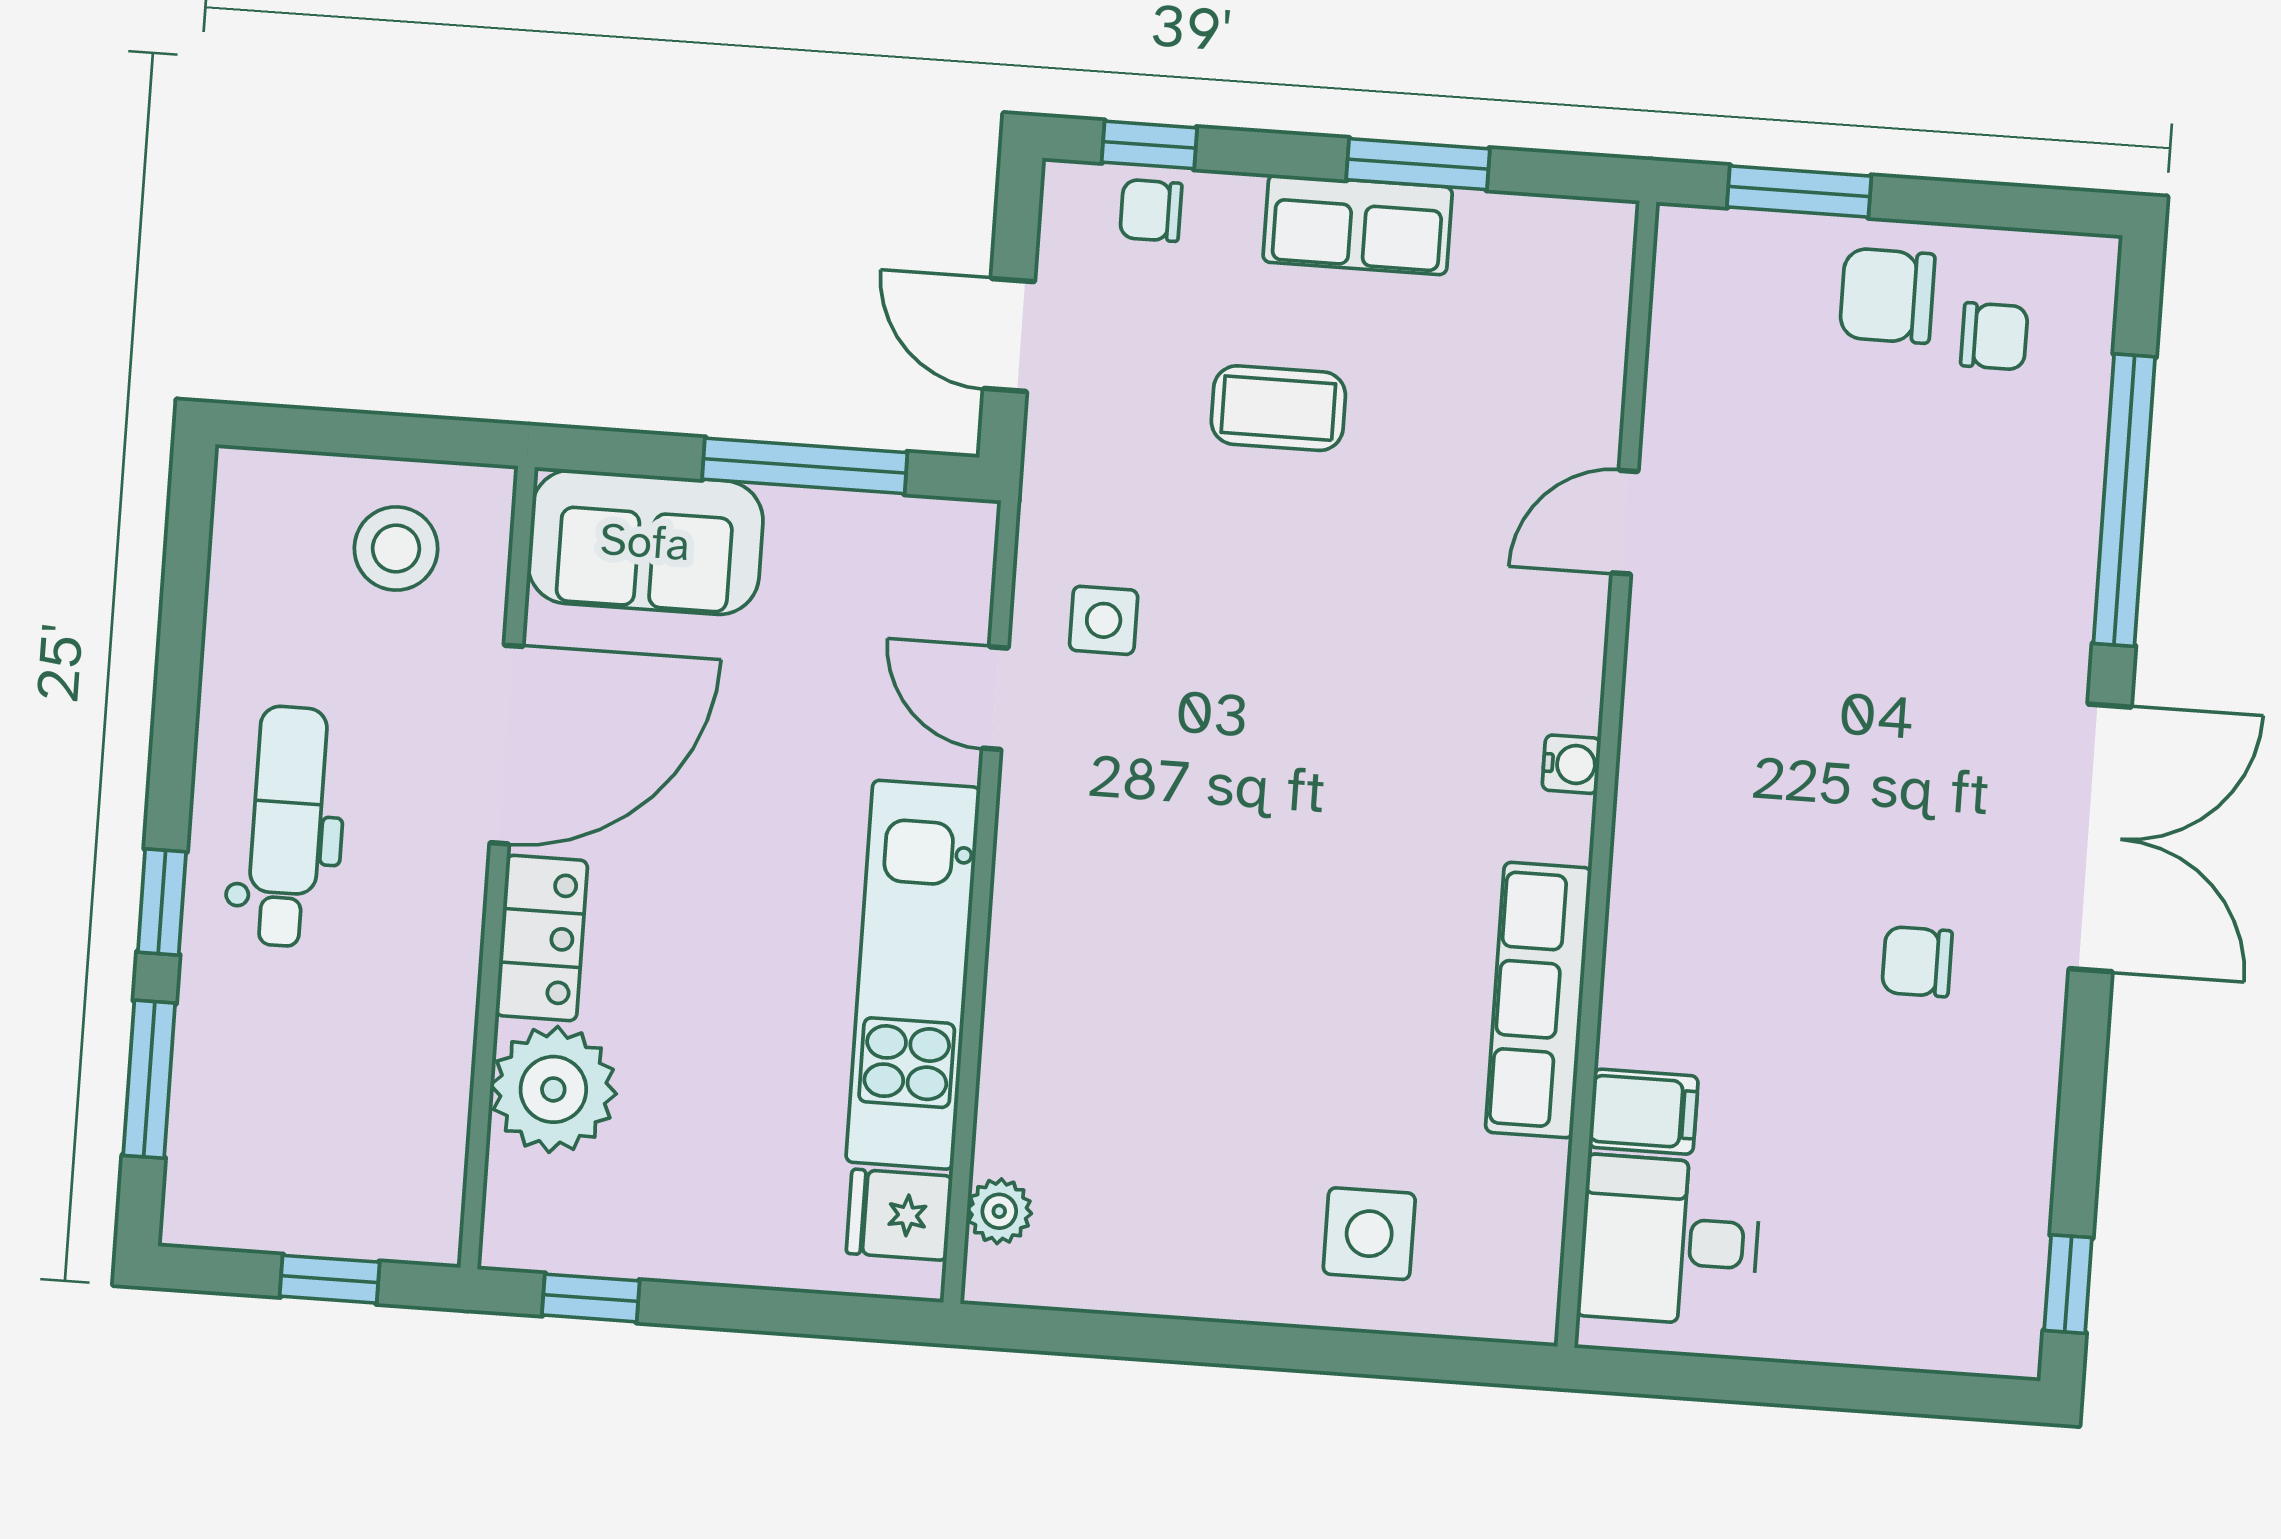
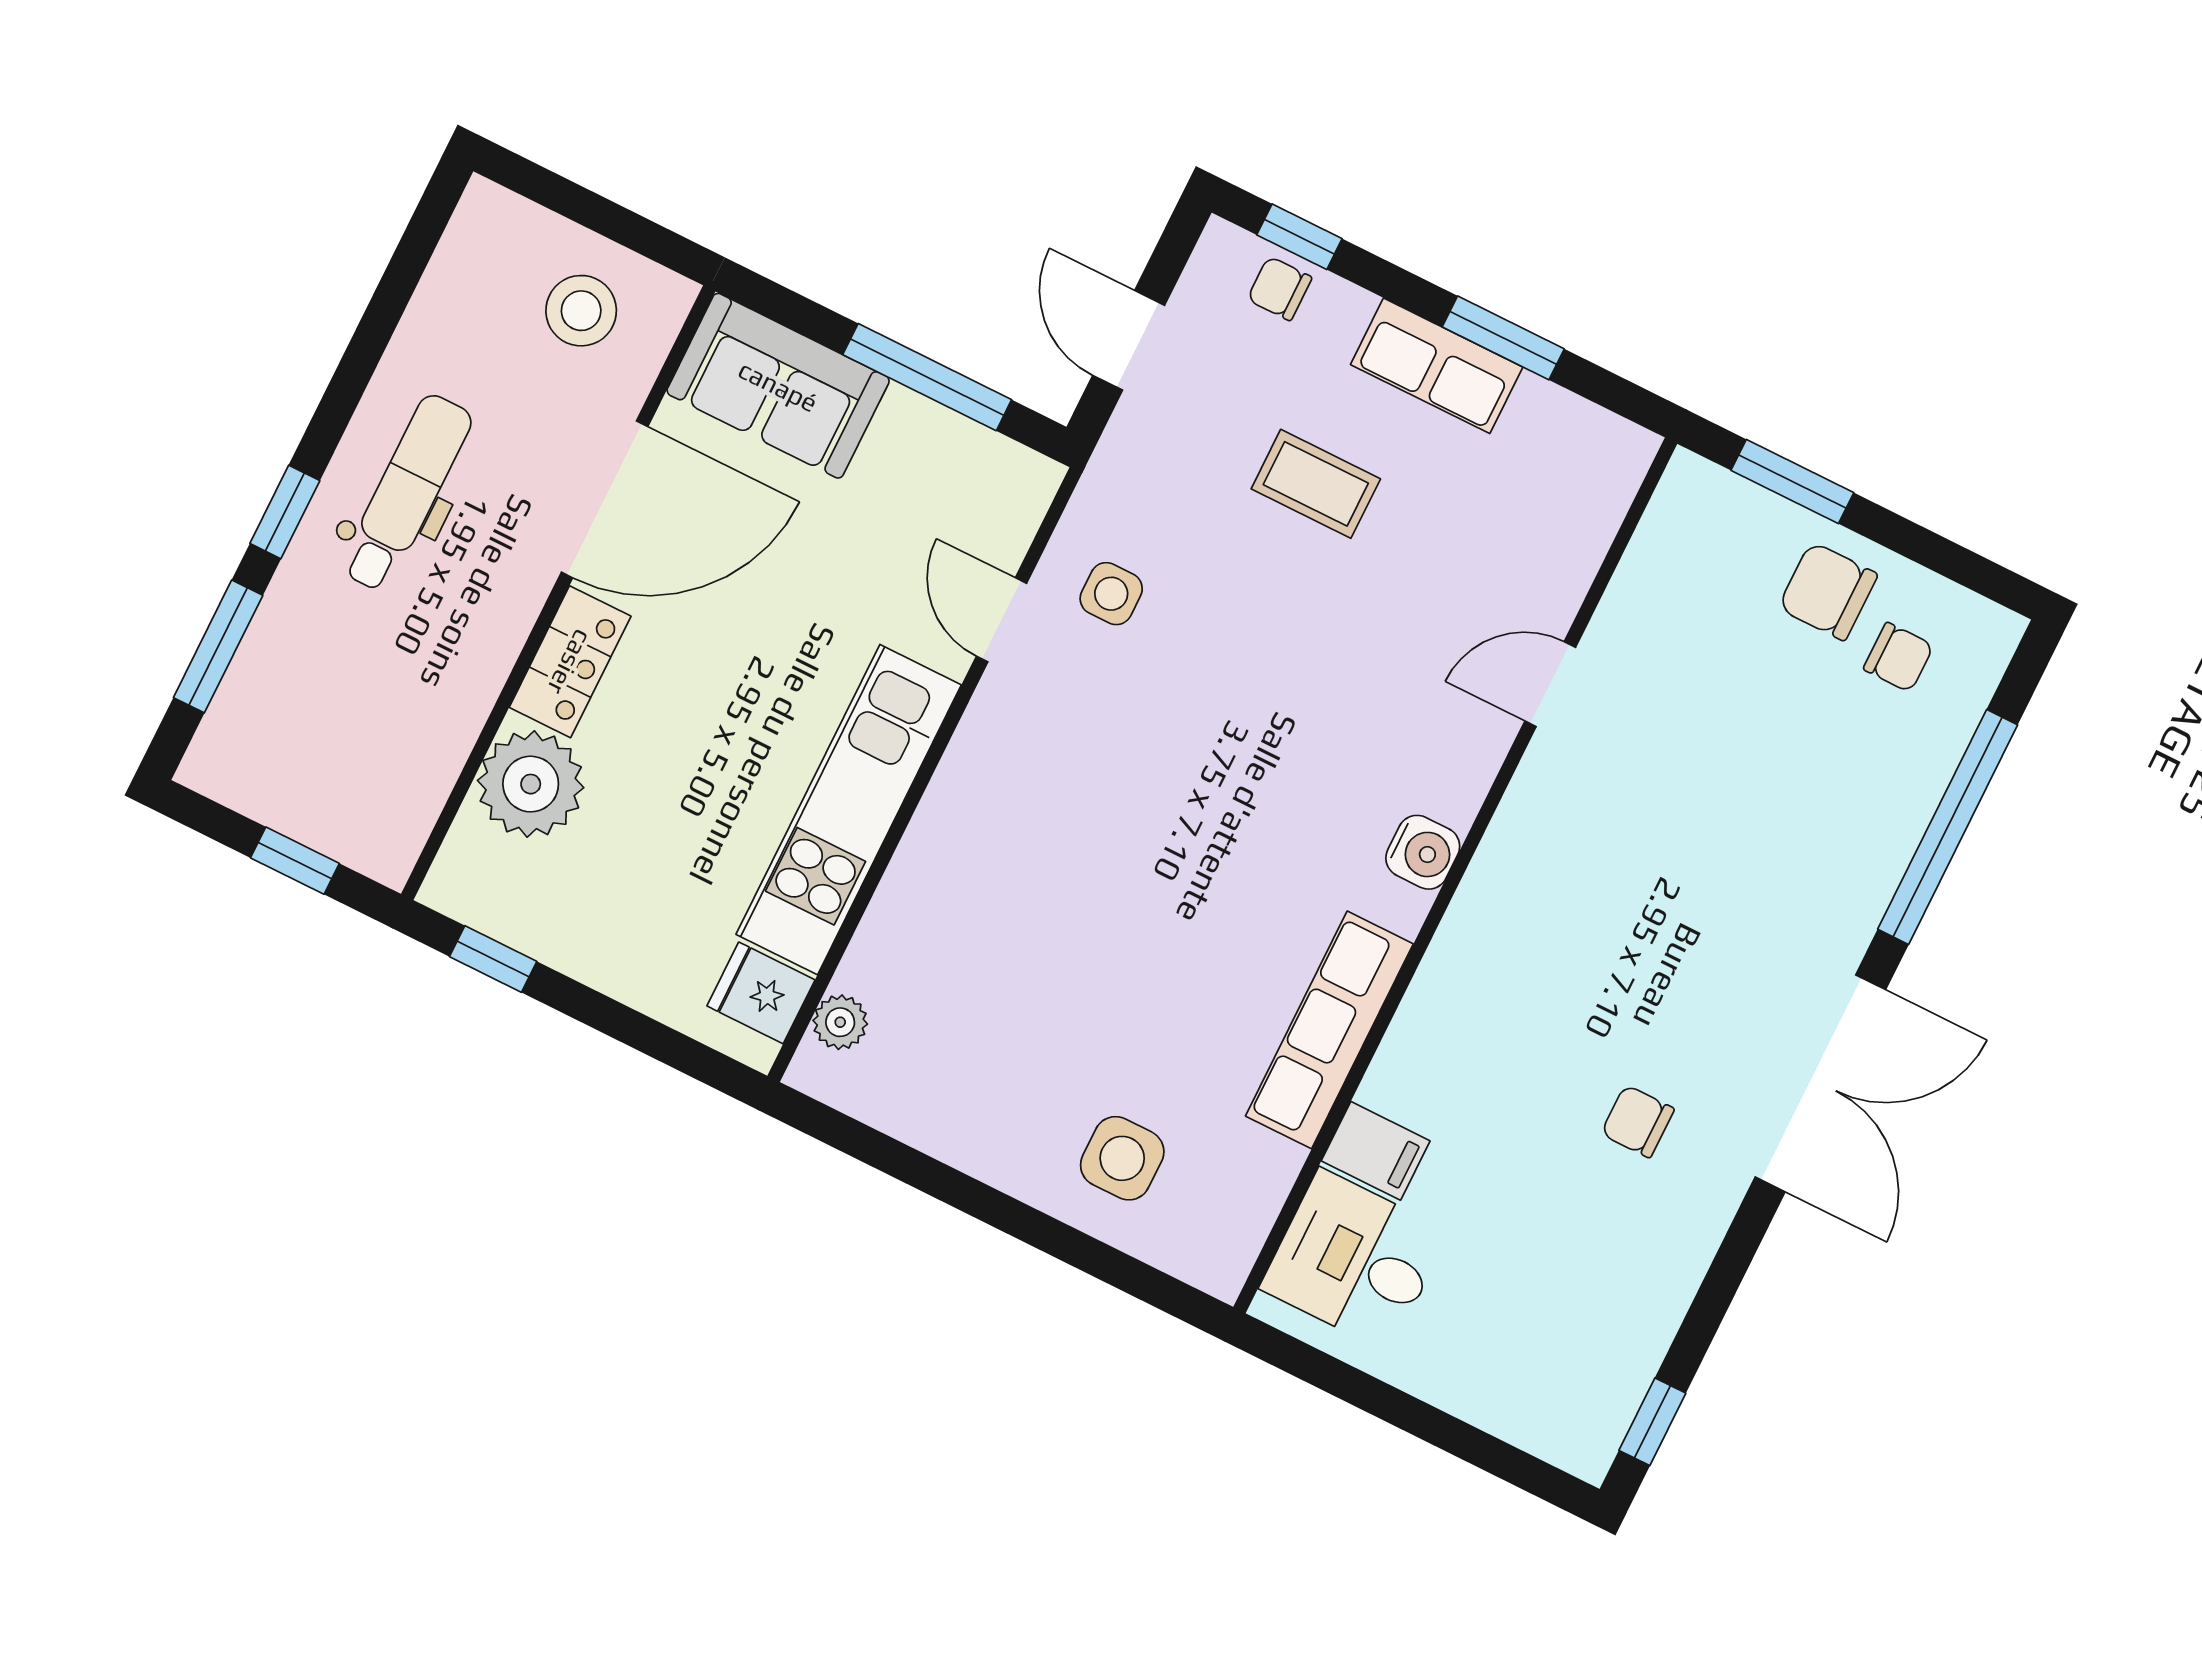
water cooler: (1571, 764) -> (1423, 852), width x1.38, depth x1.38

